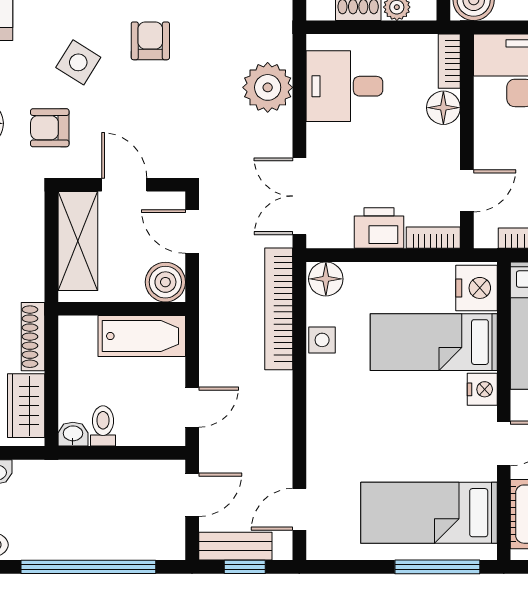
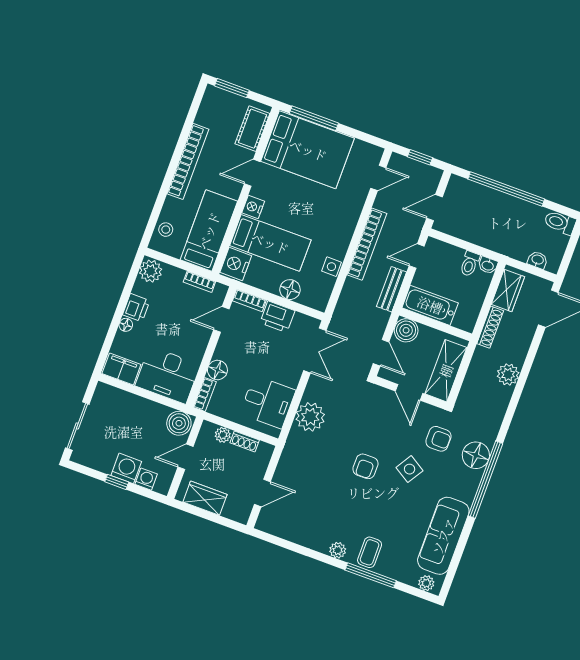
floor lamp: (326, 279) -> (290, 290), moved
bookcase: (279, 309) -> (367, 244), moved
bed: (429, 513) -> (308, 150), width x1.50
bench: (235, 546) -> (392, 289), moved, turned 90

